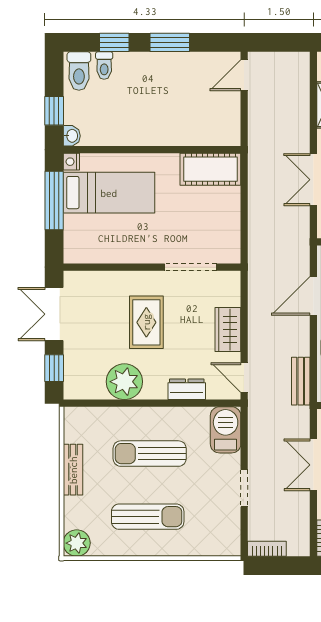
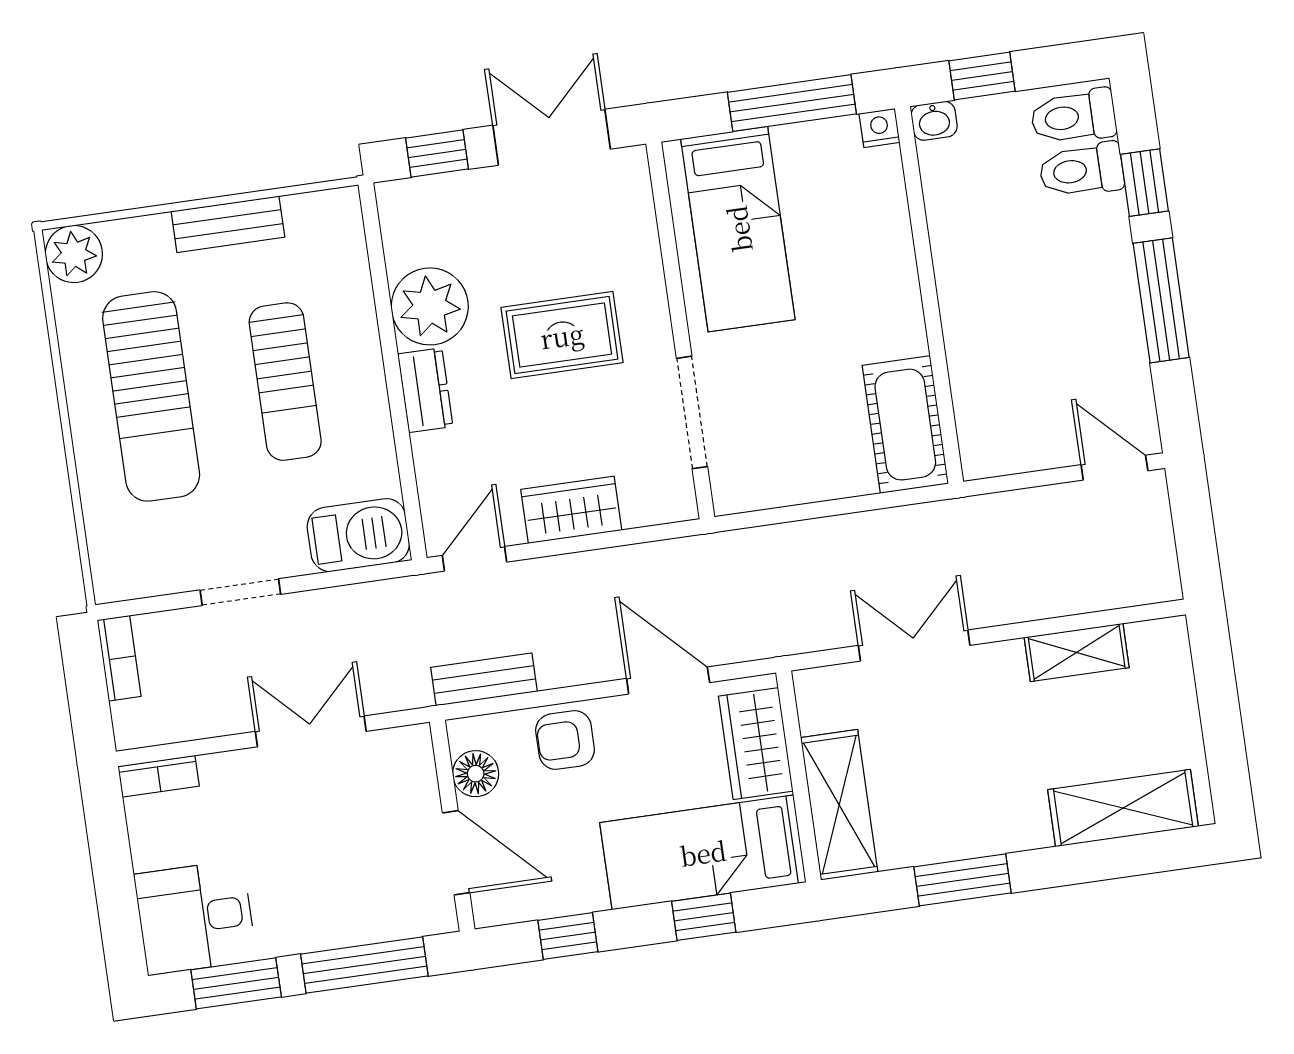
window: (170, 42) -> (1161, 300), width x1.44
toilet: (104, 66) -> (1081, 170), width x1.37, depth x1.39
bed: (109, 193) -> (738, 229), moved
dresser: (187, 389) -> (425, 390), moved
sun lounger: (150, 454) -> (285, 382), turned 180
sun lounger: (148, 517) -> (151, 396), width x1.36, depth x1.34

